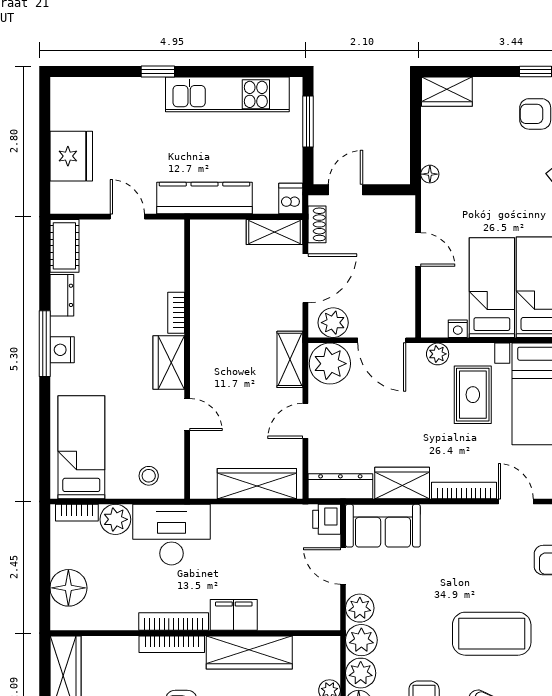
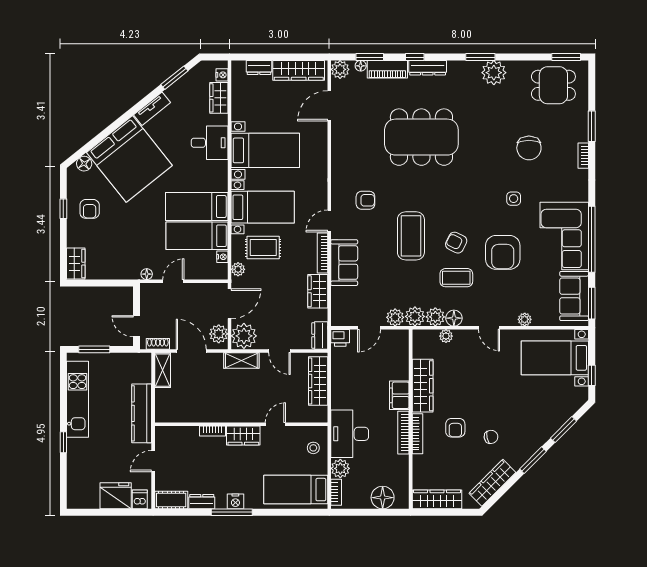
floor lamp: (430, 174) -> (147, 274), moved
dishwasher: (291, 199) -> (140, 499), moved, turned 90
dresser: (340, 486) -> (320, 336), width x0.70
sofa: (383, 526) -> (344, 263), moved

